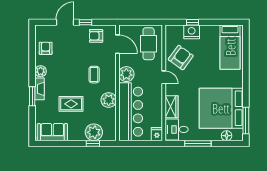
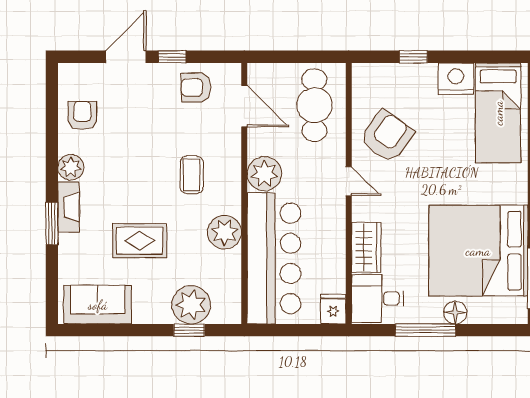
nightstand: (192, 32) -> (456, 79), moved
floor lamp: (227, 136) -> (455, 313), moved

